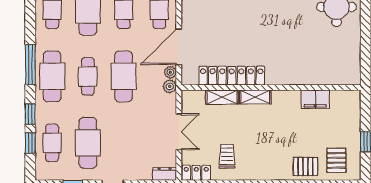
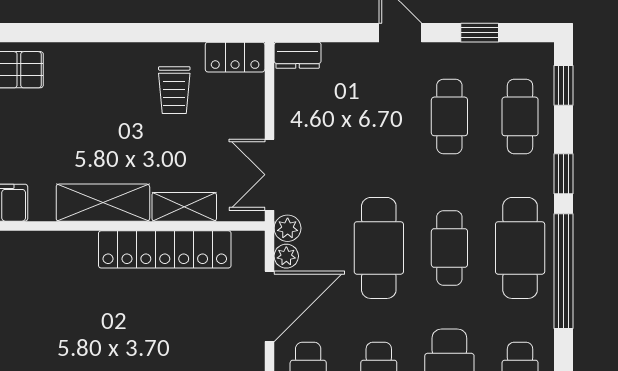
window: (30, 65) -> (563, 271), width x1.46
shelving: (255, 97) -> (103, 203), width x1.50, depth x1.33
double door: (179, 132) -> (269, 175), moved
window: (30, 143) -> (563, 85), moved
cafe table: (88, 143) -> (449, 116), width x0.73, depth x0.74

